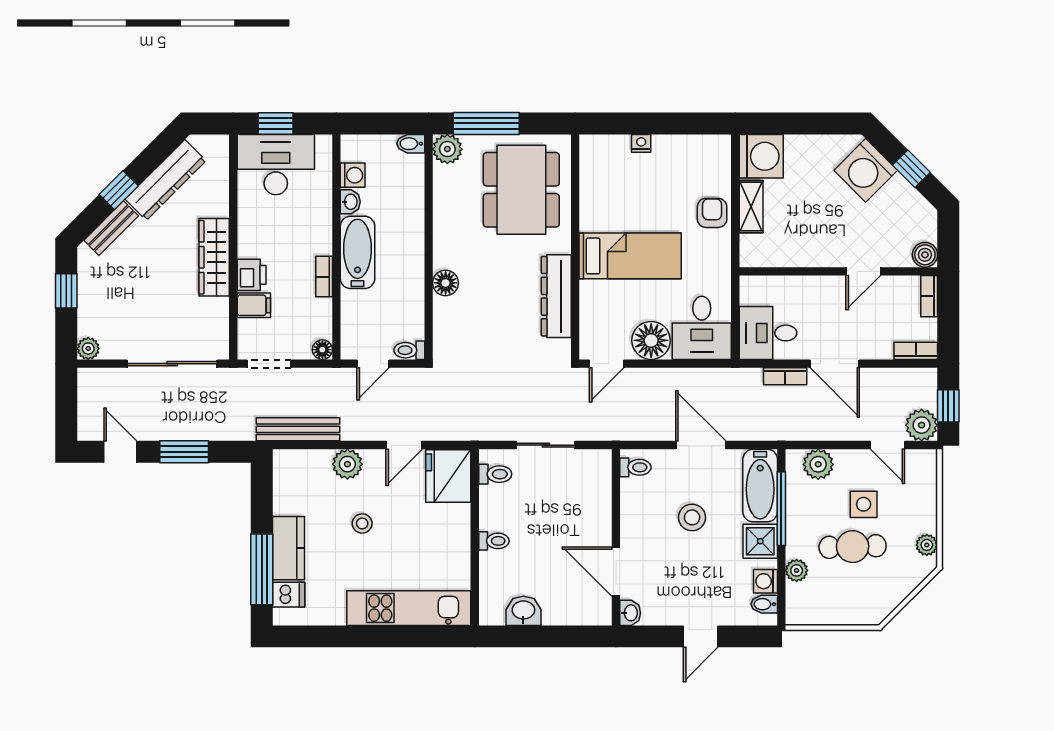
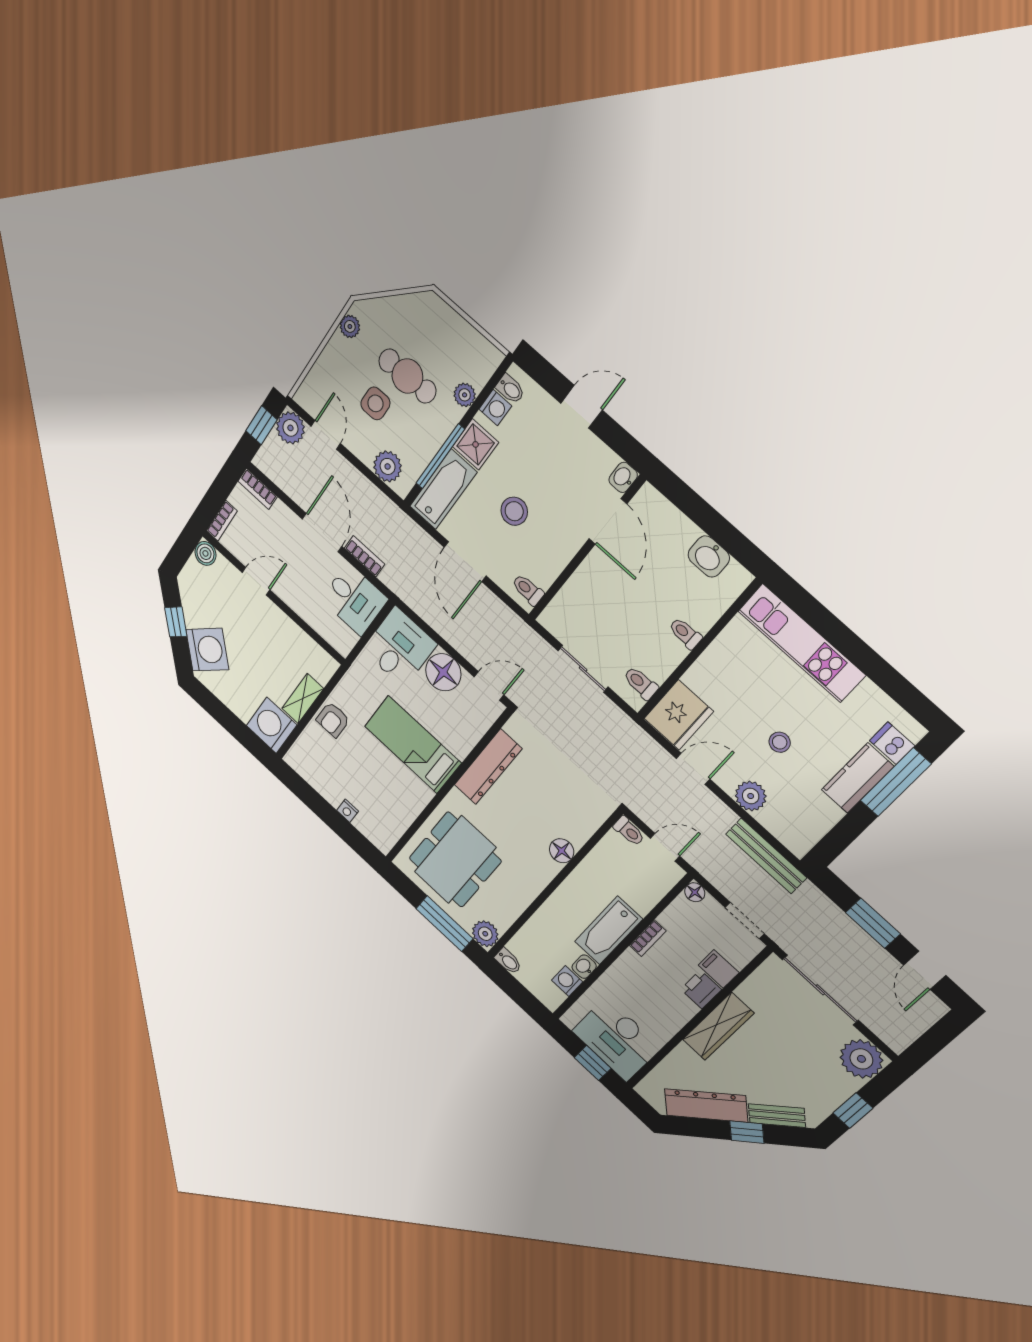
plant: (88, 349) -> (861, 1059), width x1.87, depth x1.87

